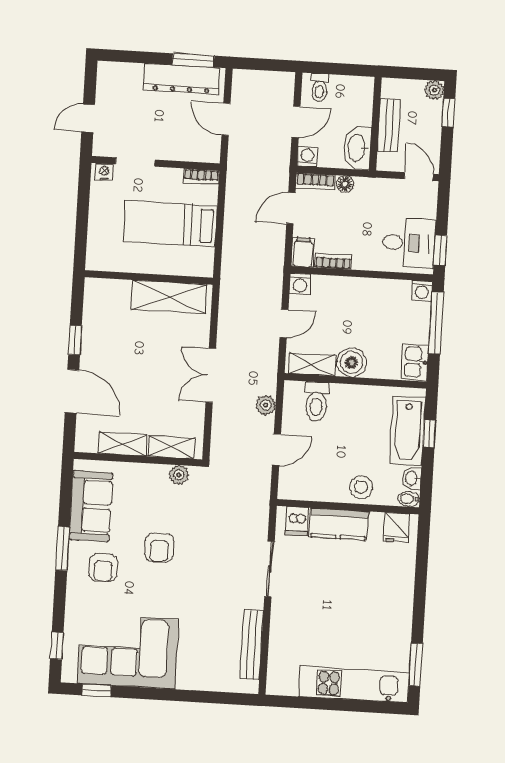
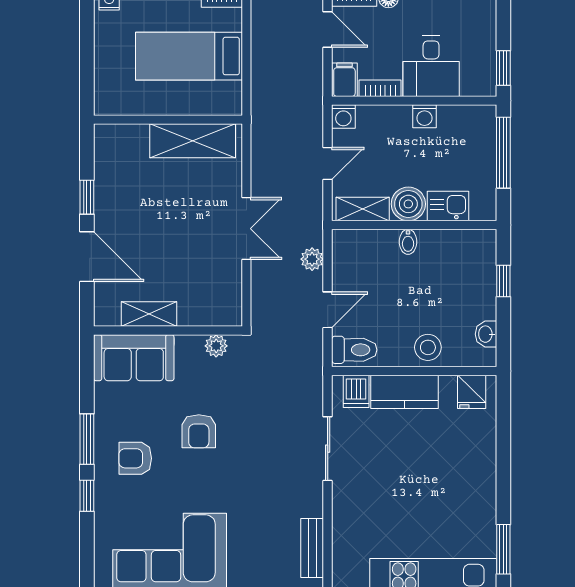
door: (291, 208) -> (328, 30), swing flipped
desk: (409, 243) -> (431, 66), moved, turned 90
washing machine: (422, 291) -> (424, 116), moved
kitchen sink: (415, 362) -> (448, 206), moved, turned 90
double door: (211, 375) -> (246, 229), swing flipped
toilet: (316, 402) -> (354, 350), moved, turned -90
bathtub: (408, 431) -> (478, 279), removed
shelving: (171, 447) -> (206, 314), removed
bidet: (409, 499) -> (408, 242), moved, turned -90
sofa: (91, 506) -> (134, 358), moved, turned 90
armchair: (103, 568) -> (135, 458), turned 90
bench: (252, 645) -> (312, 548), width x0.73
window: (57, 646) -> (87, 496), moved

